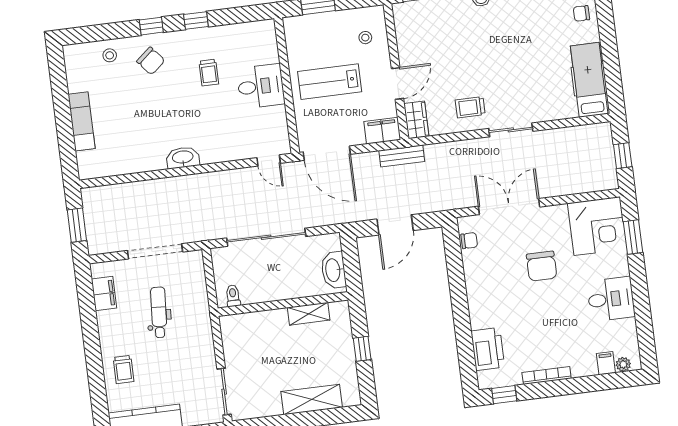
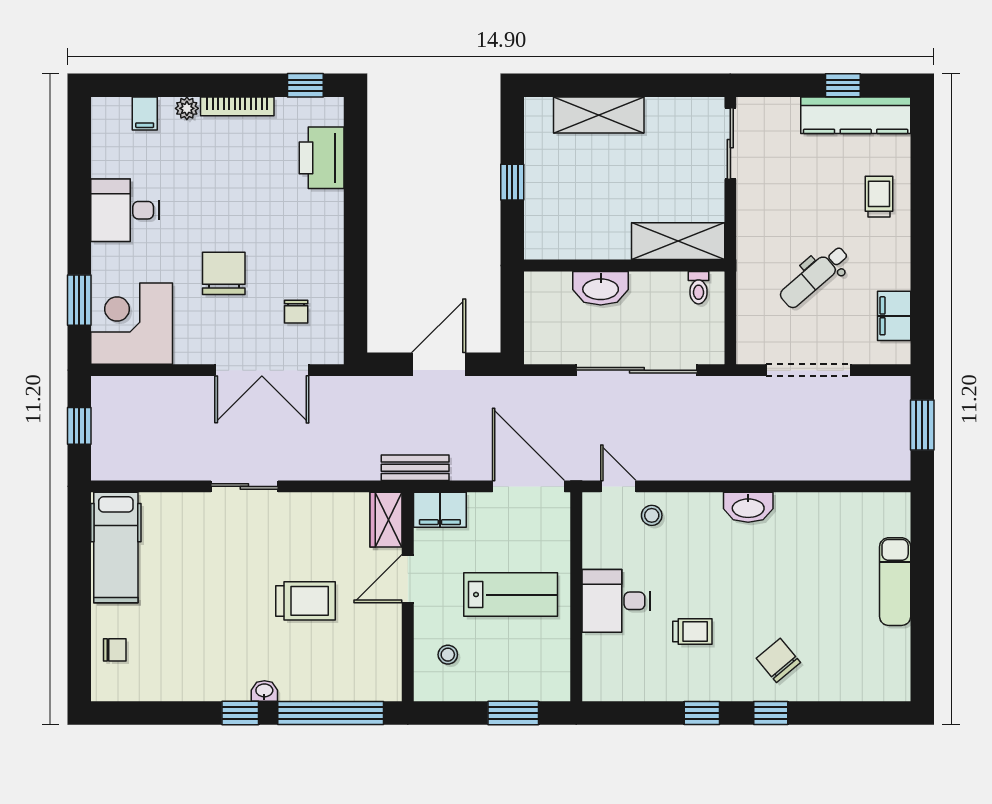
stool: (110, 55) -> (652, 515), moved
trolley: (209, 73) -> (692, 632), turned 90
trolley: (470, 107) -> (305, 601), moved, width x1.36, depth x1.39
chair: (469, 241) -> (296, 312), moved, turned -90
washbasin: (333, 270) -> (601, 288), moved, turned 90
dental chair: (159, 312) -> (814, 277), turned 45
shelving: (309, 314) -> (678, 241), moved, width x1.50, depth x1.33
plant: (623, 364) -> (187, 108), moved

